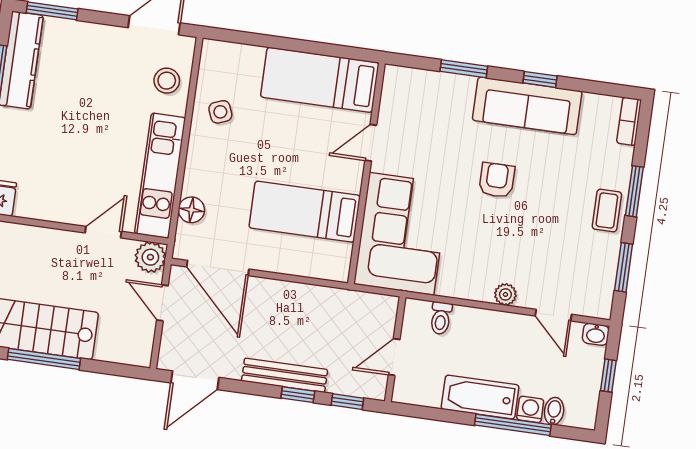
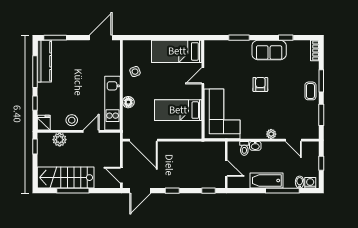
window: (540, 79) -> (286, 38), moved
stool: (167, 81) -> (72, 120), moved
sofa: (527, 106) -> (269, 50), width x0.73
floor lamp: (191, 210) -> (128, 102), moved
plant: (150, 257) -> (60, 140), moved
door: (162, 303) -> (121, 175), moved
washbasin: (596, 334) -> (255, 146), moved
door: (394, 357) -> (226, 168), swing flipped
bench: (285, 375) -> (179, 183), removed
window: (298, 395) -> (172, 191), moved
washing machine: (530, 409) -> (310, 183), moved

